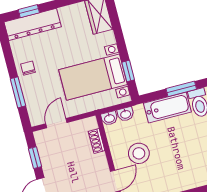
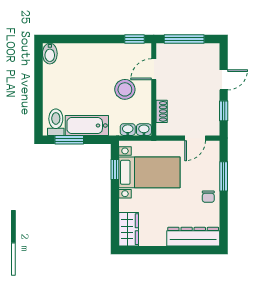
window: (29, 11) -> (193, 250), removed

